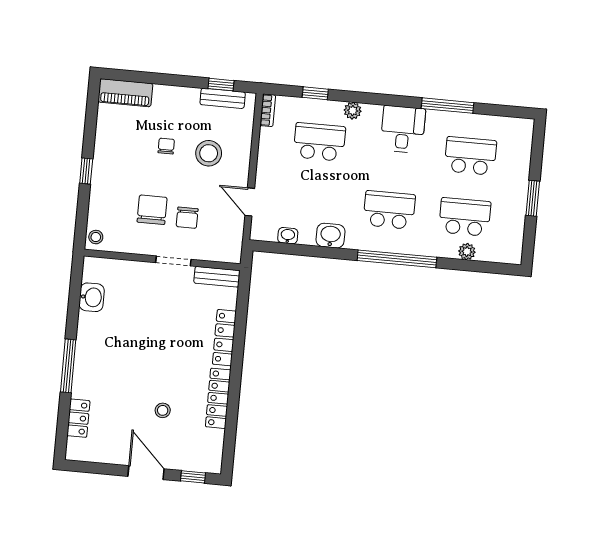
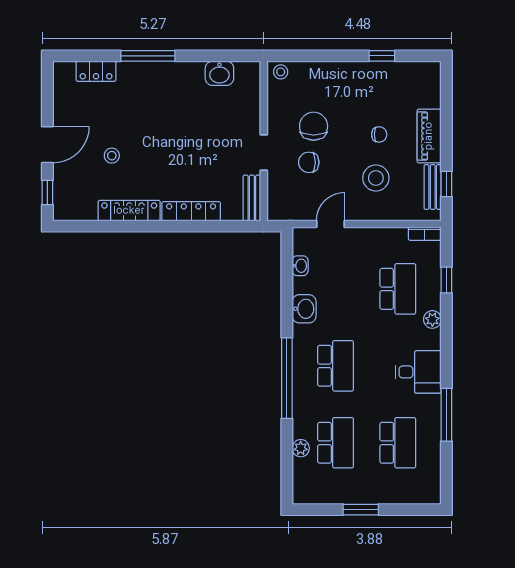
piano: (125, 93) -> (429, 136), moved
window: (86, 171) -> (382, 56), moved
chair: (152, 210) -> (314, 126), turned -90

